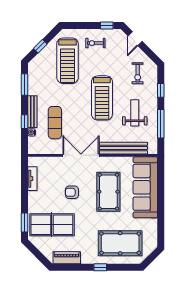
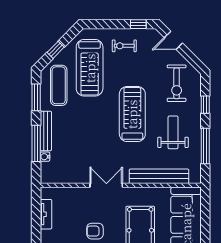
door: (135, 39) -> (173, 40), hinge flipped
exercise bike: (138, 73) -> (177, 83), width x1.38, depth x1.39
treadmill: (102, 98) -> (132, 114), turned 180
window: (24, 122) -> (36, 143), width x2.17
exercise mat: (55, 123) -> (59, 85), moved
double door: (81, 155) -> (106, 185), width x0.73

